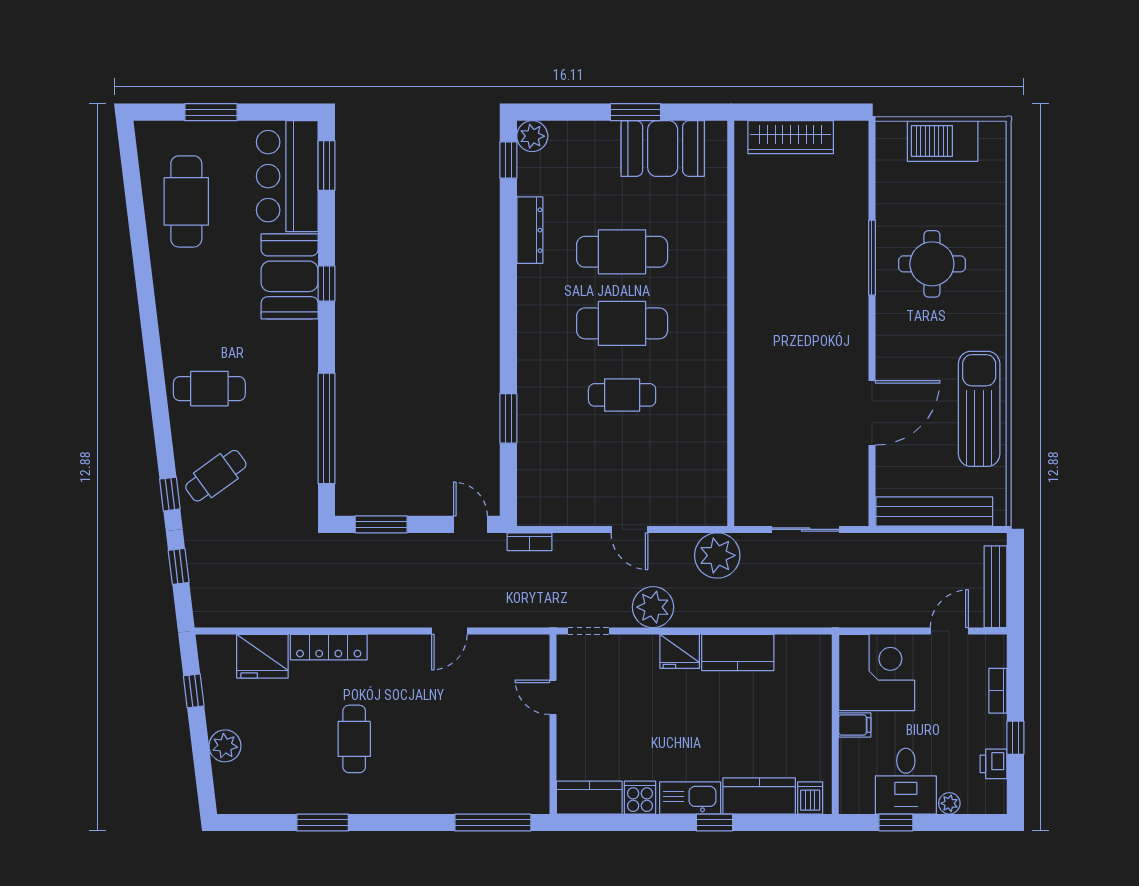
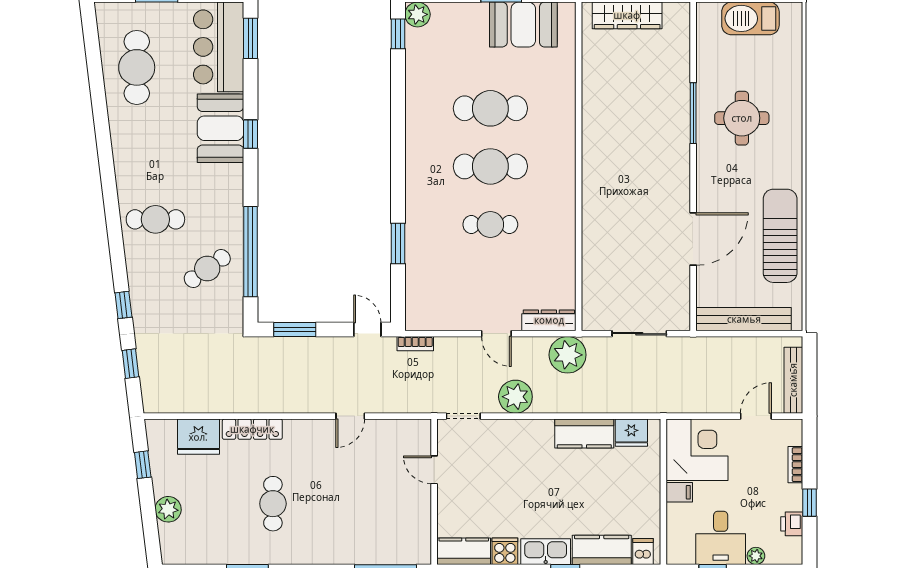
dresser: (530, 230) -> (549, 320), moved, turned -90
cafe table: (216, 476) -> (207, 269), moved
fridge: (680, 651) -> (631, 433), moved

